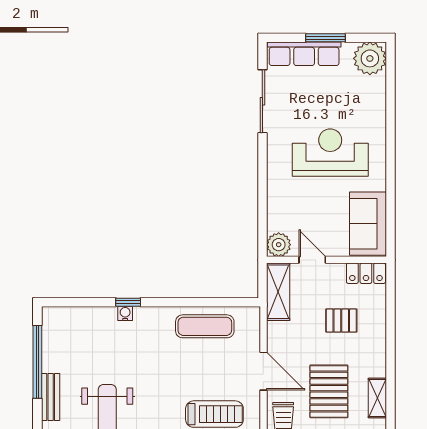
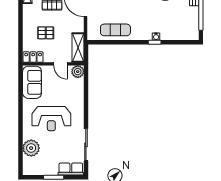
row of seats: (304, 54) -> (71, 169), width x0.68
plant: (370, 58) -> (31, 148), moved

